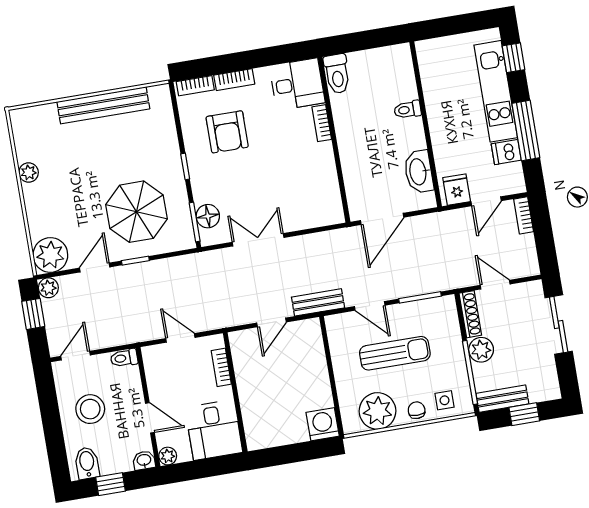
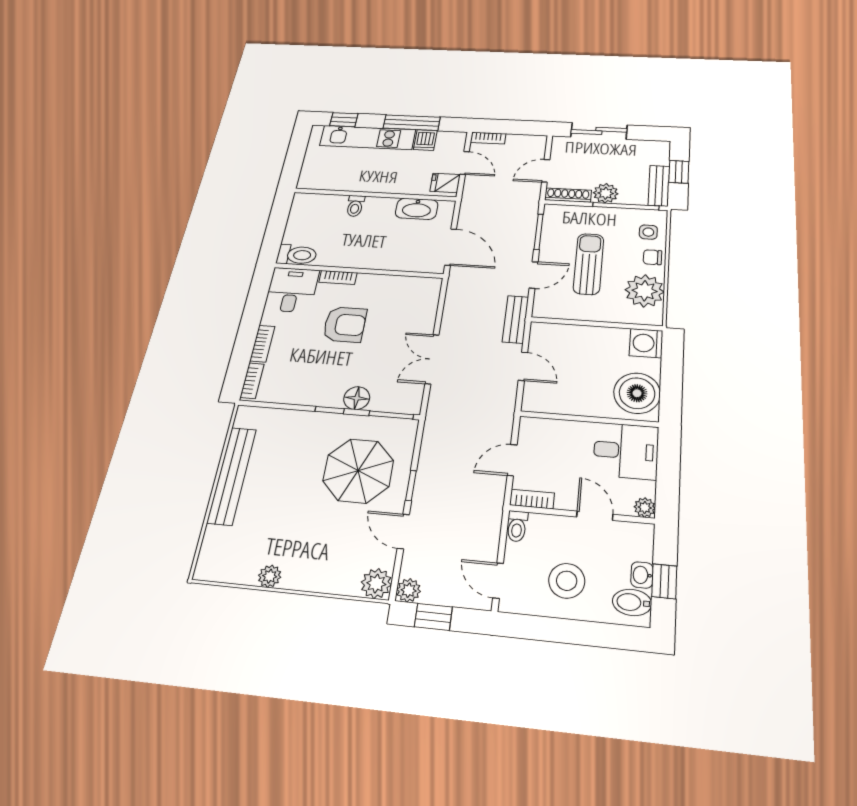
armchair: (227, 132) -> (345, 325), moved
floor lamp: (208, 216) -> (357, 398), moved
plant: (50, 255) -> (376, 584), width x0.73, depth x0.73
bookcase: (221, 367) -> (532, 499), moved, turned 180
door: (150, 418) -> (595, 516), hinge flipped
boiler: (271, 427) -> (637, 393), added
washbasin: (144, 460) -> (642, 575), moved

